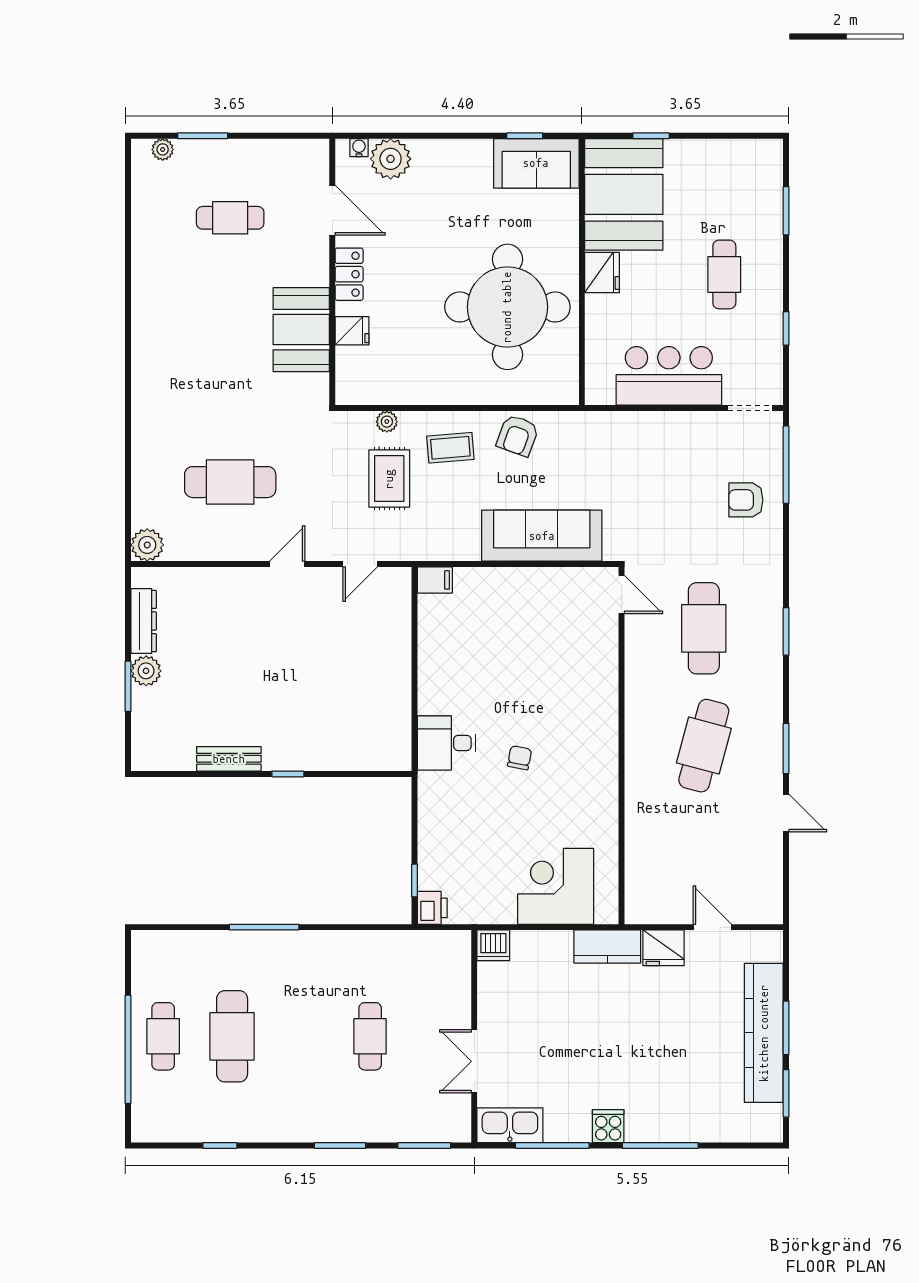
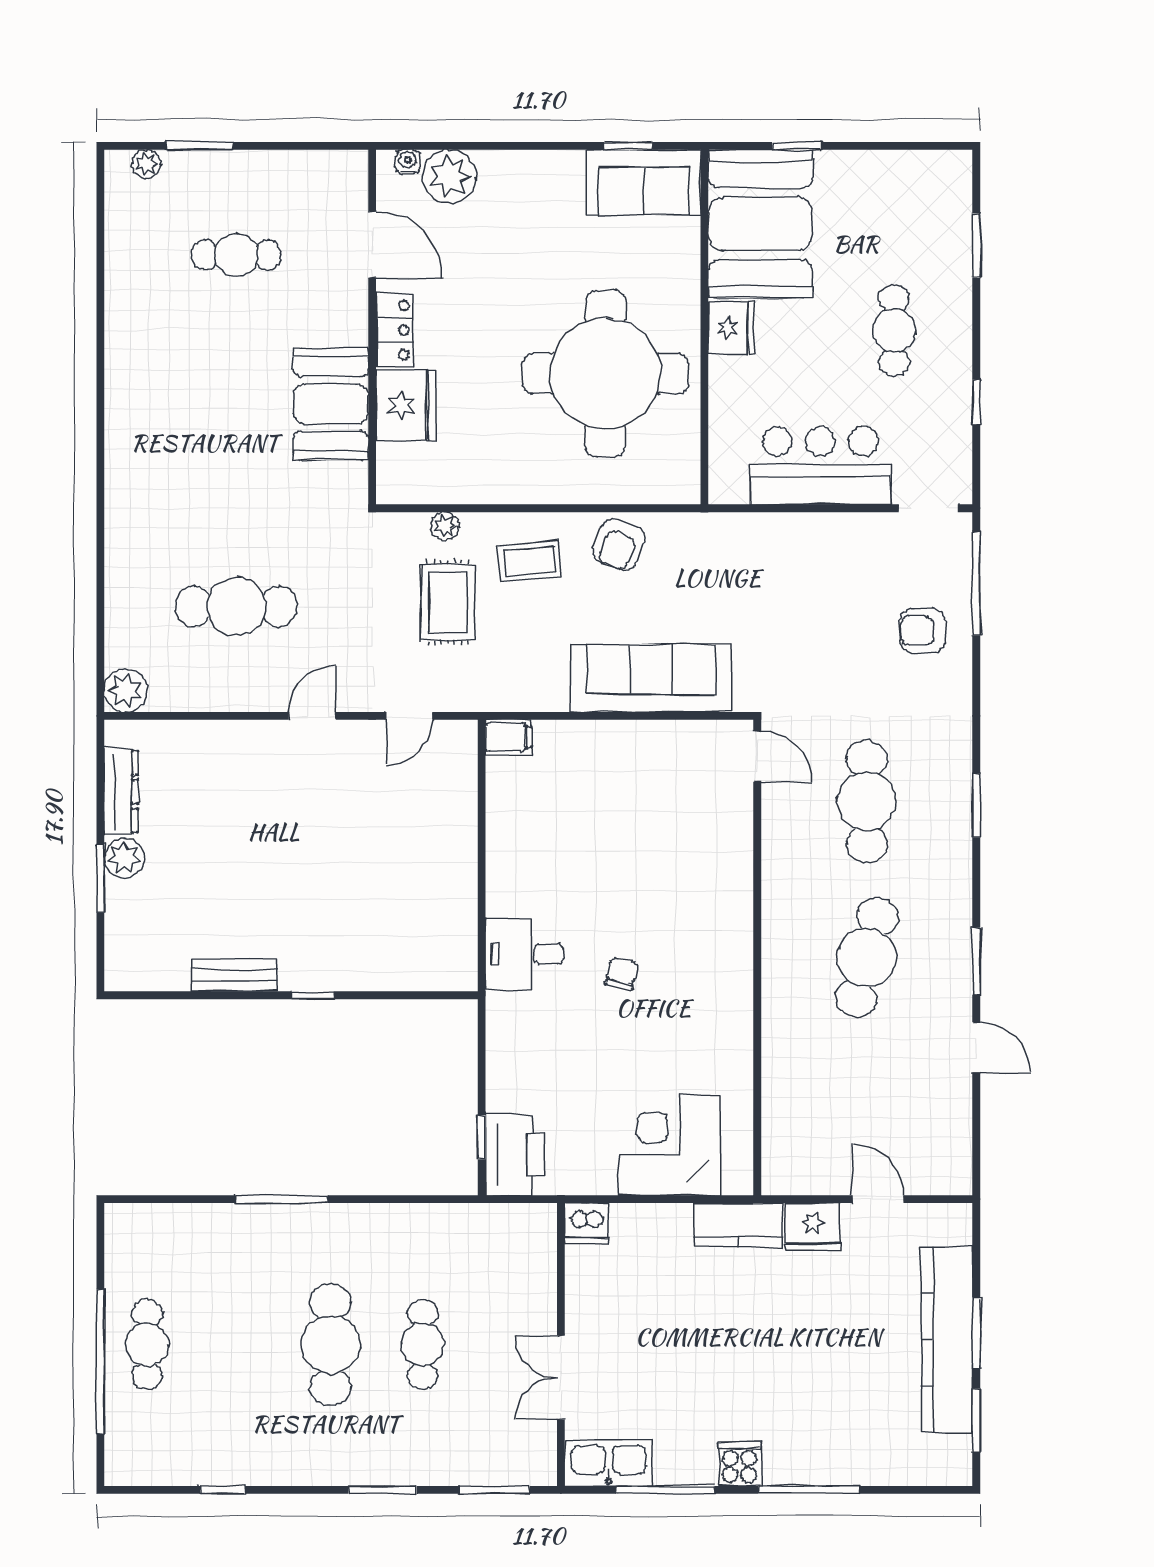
fridge: (352, 331) -> (406, 405), width x1.88, depth x1.34
printer: (432, 908) -> (515, 1154), width x1.87, depth x1.48
cafe table: (232, 1036) -> (331, 1344), moved

